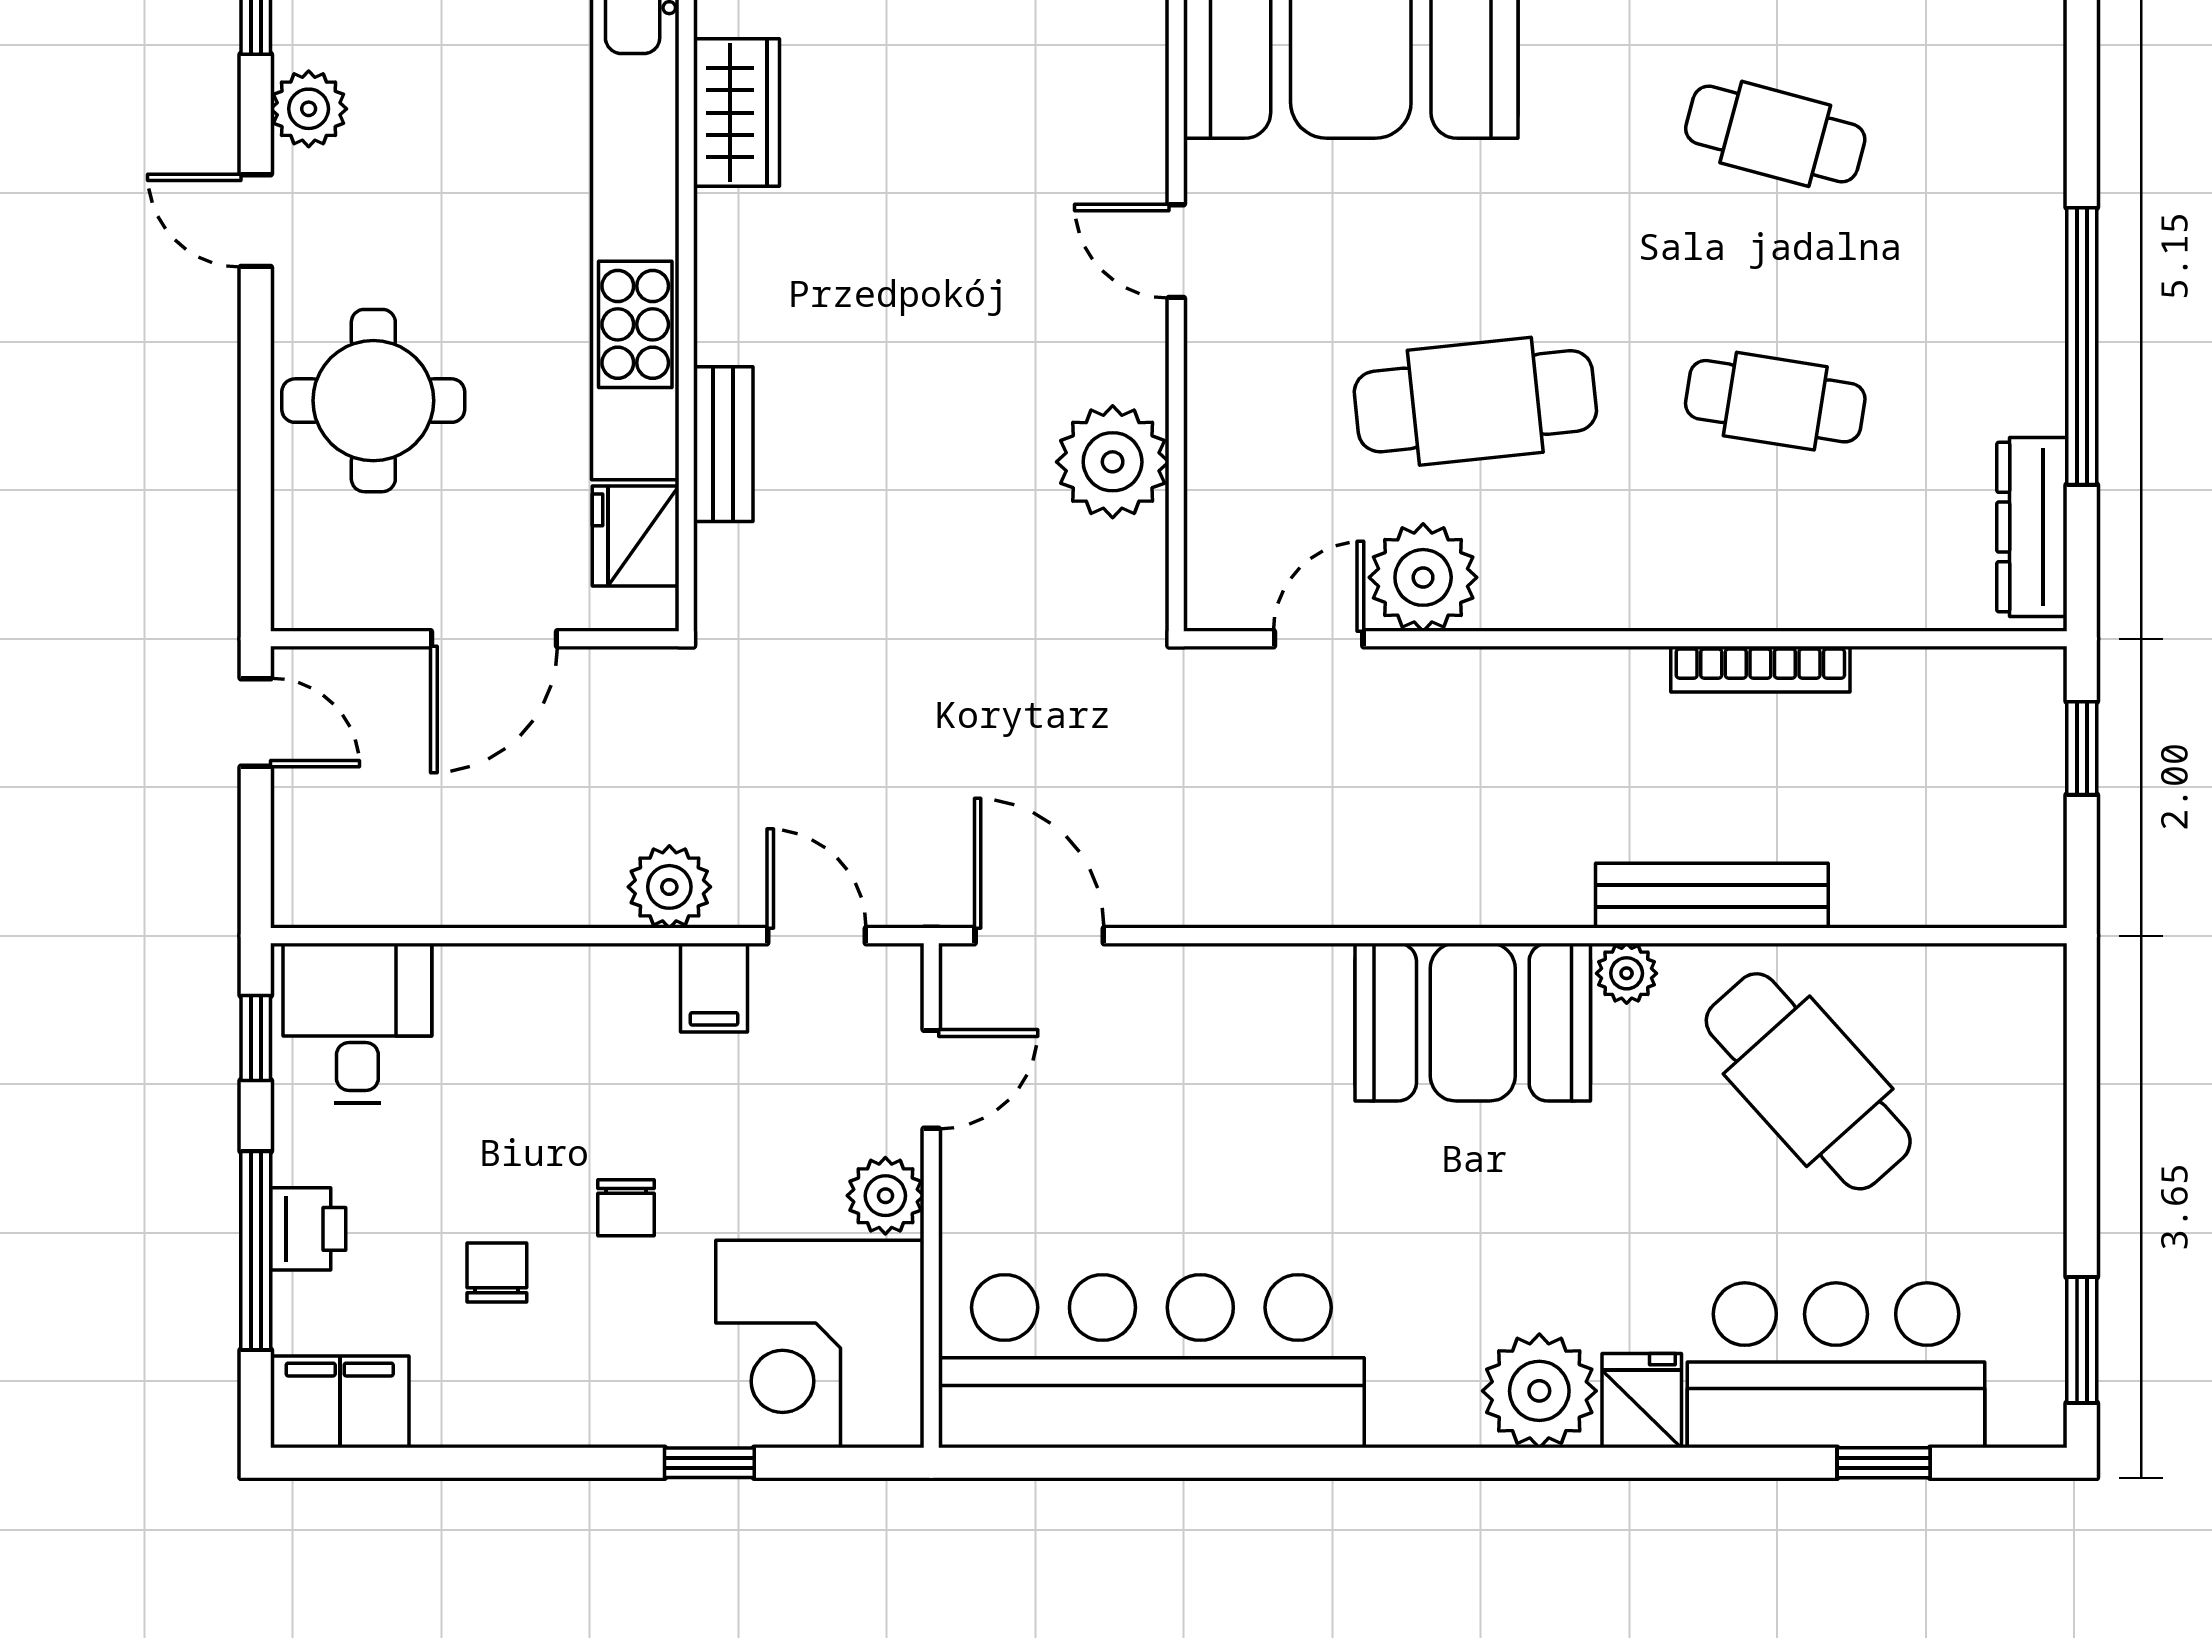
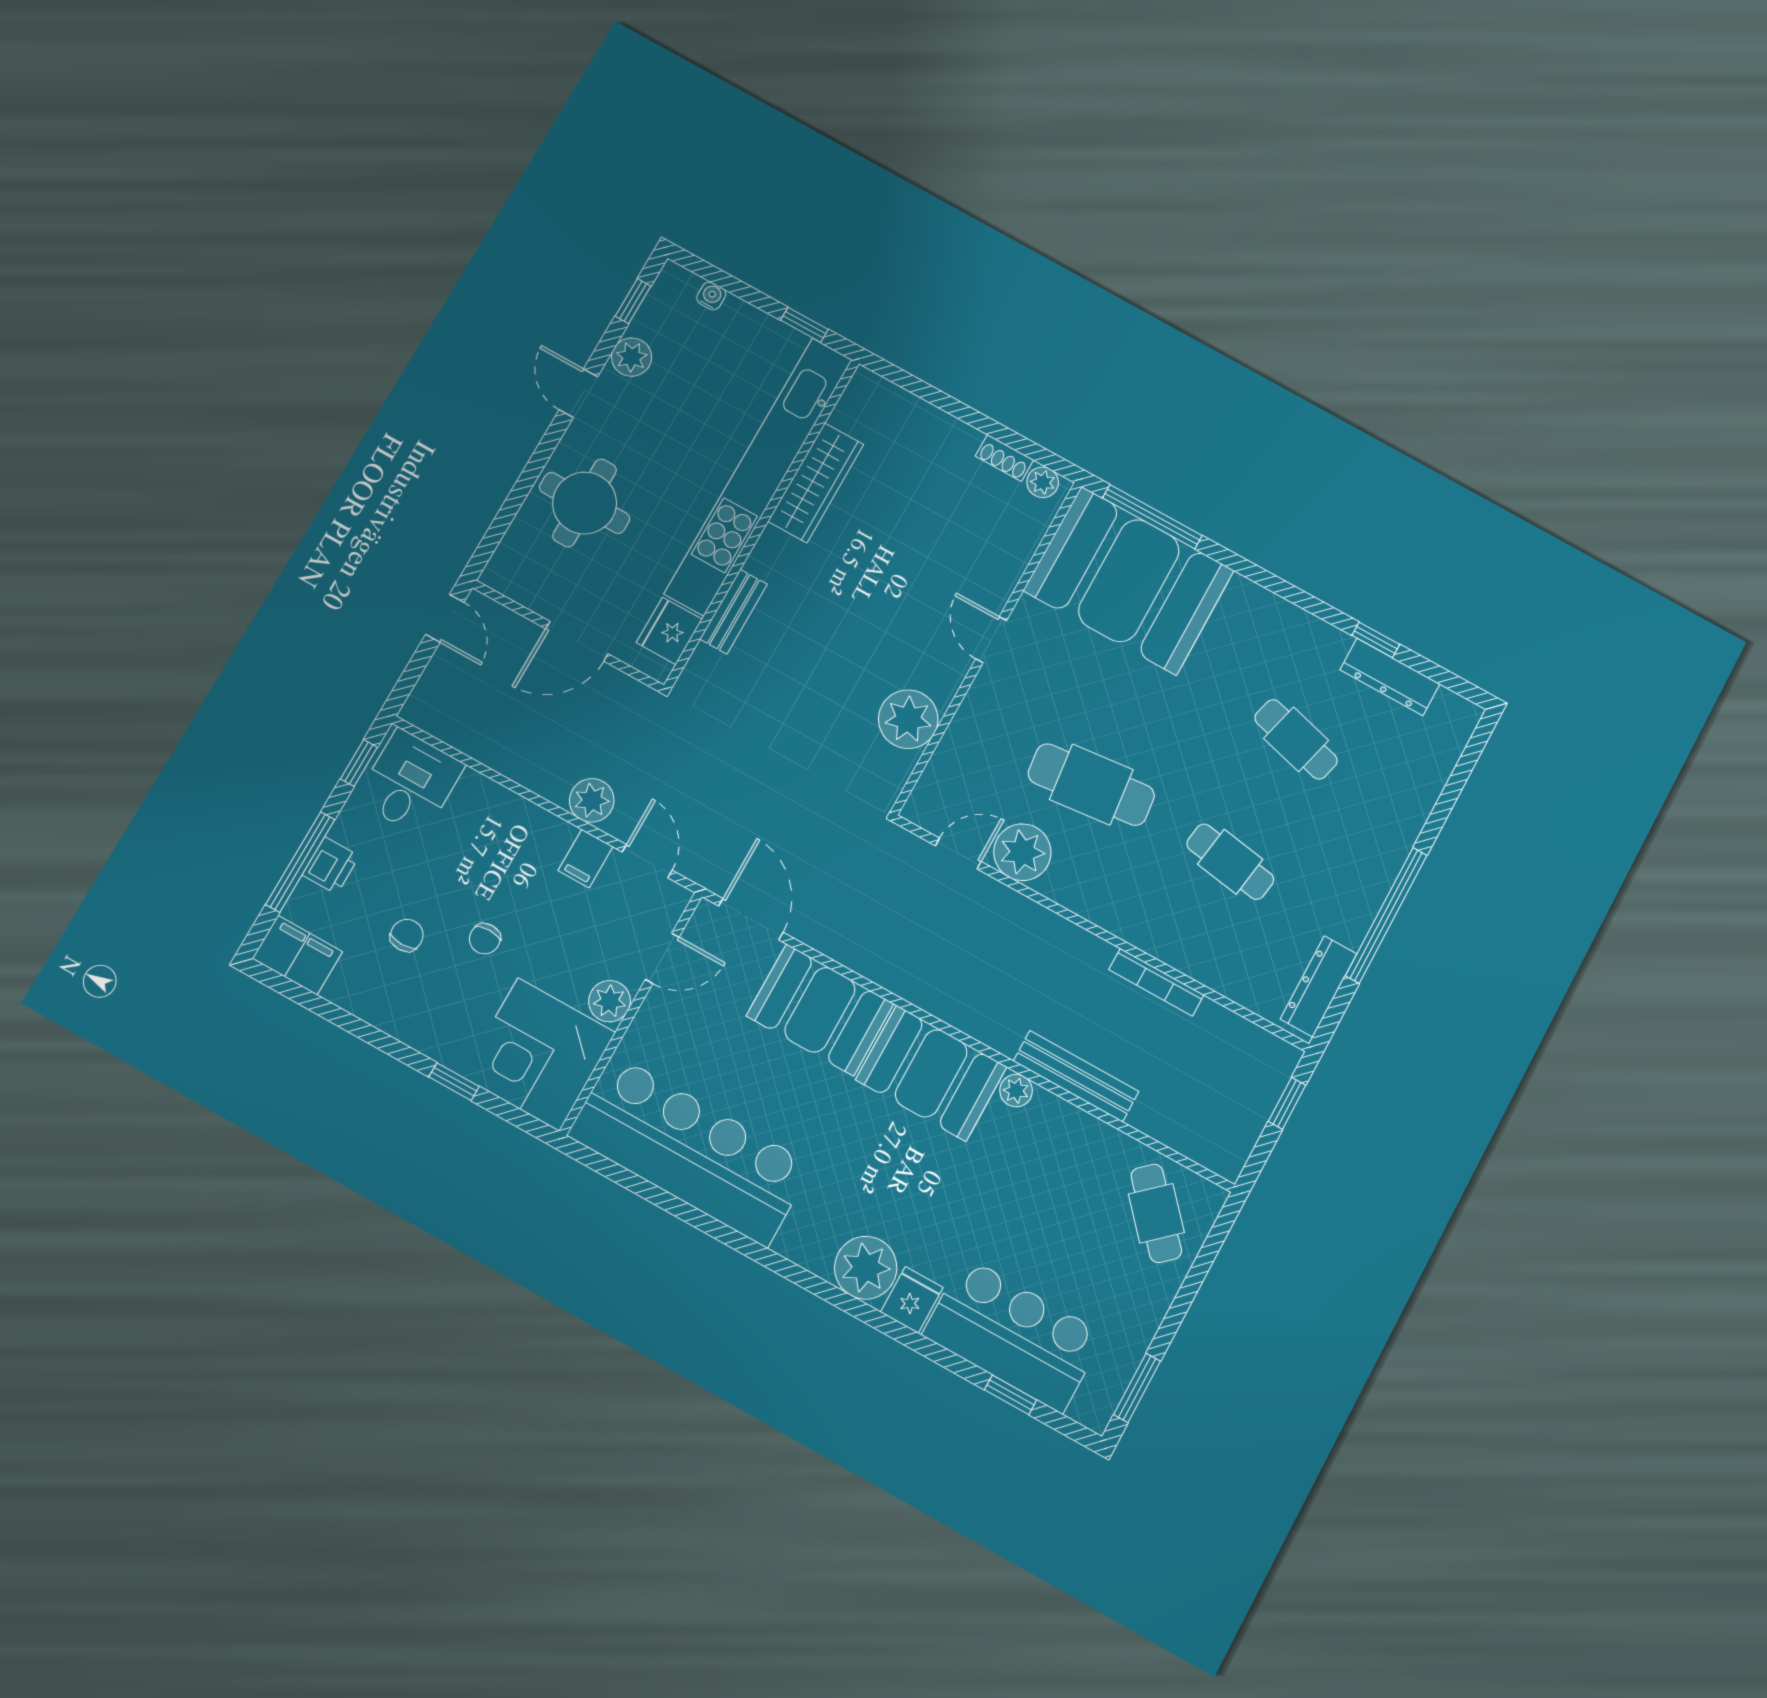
wardrobe: (737, 113) -> (816, 483), width x1.50
booth: (1235, 1020) -> (820, 1010), added
cafe table: (1808, 1081) -> (1156, 1213), moved, width x0.73, depth x0.74

